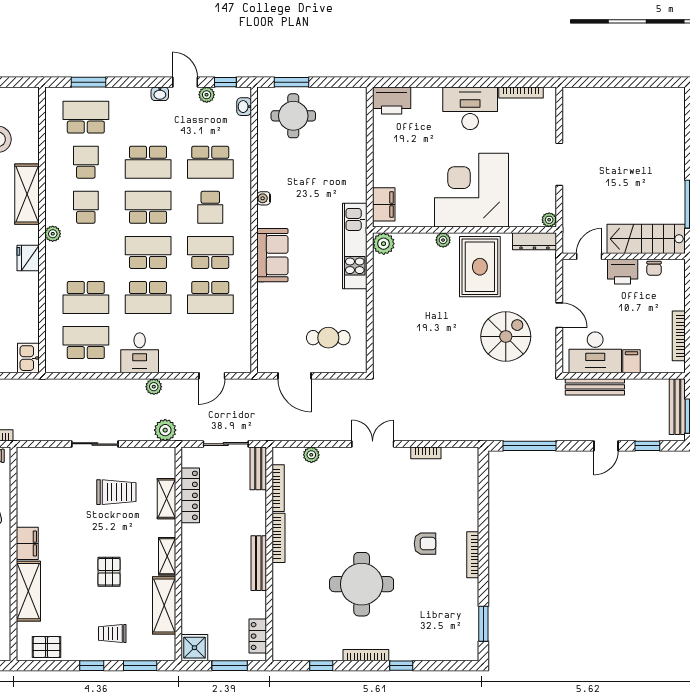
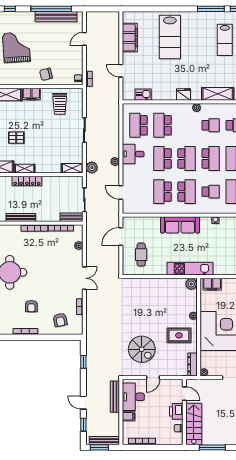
school desk: (210, 207) -> (211, 192), turned 180
sofa: (272, 255) -> (180, 225), width x1.36
rug: (480, 267) -> (179, 335), width x0.73, depth x0.70
school desk: (86, 343) -> (138, 125), turned 180
kitchen sink: (28, 358) -> (143, 95), moved
window: (530, 446) -> (83, 362), width x0.46
armchair: (451, 489) -> (60, 320), added
trolley: (116, 492) -> (60, 104), moved
locker: (190, 495) -> (27, 181), moved
shelving: (166, 499) -> (72, 168), moved

